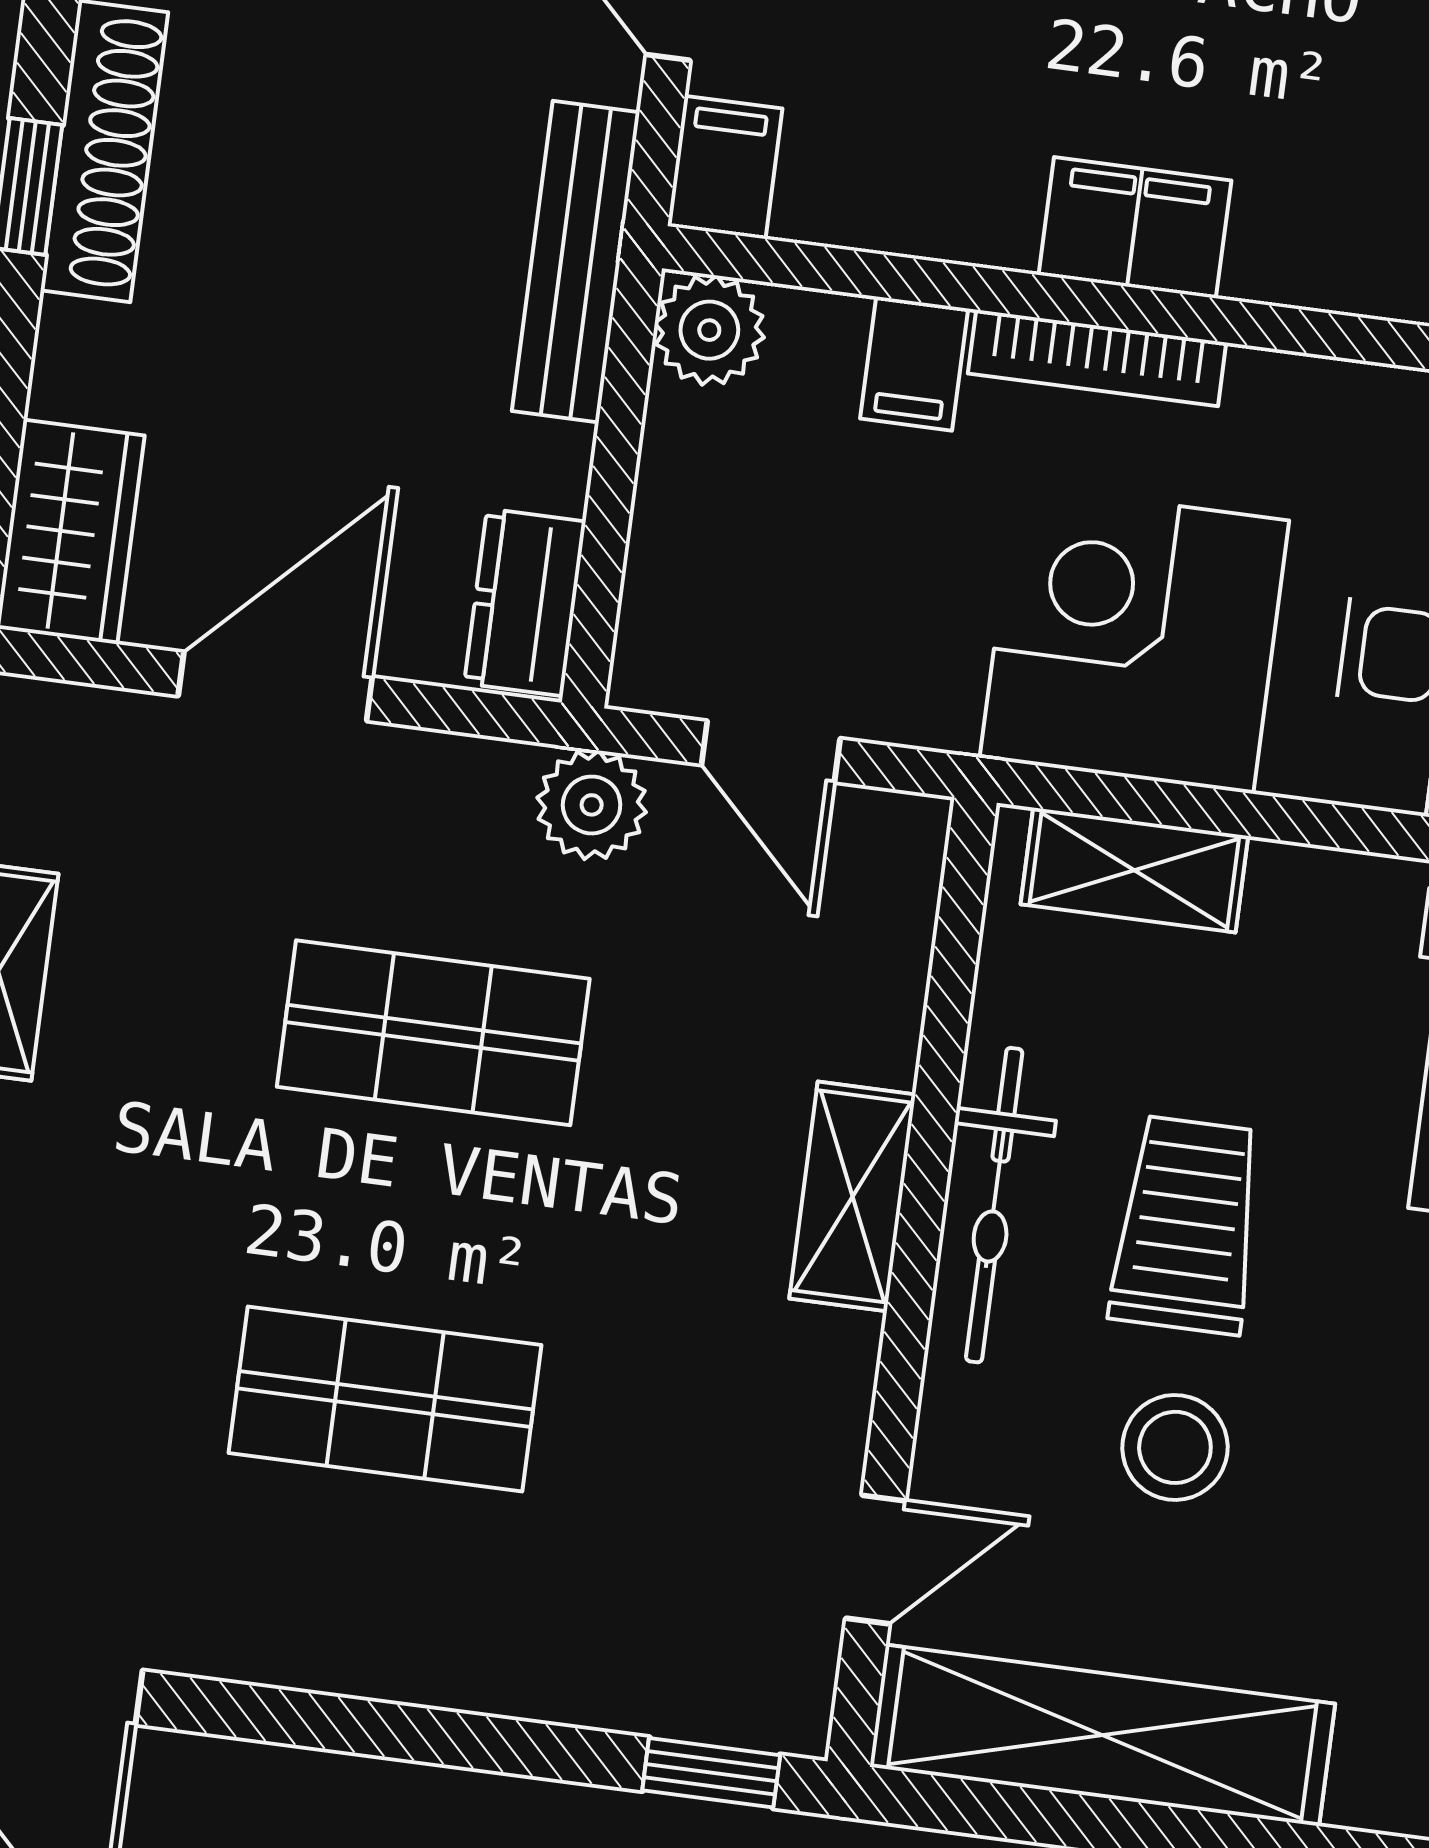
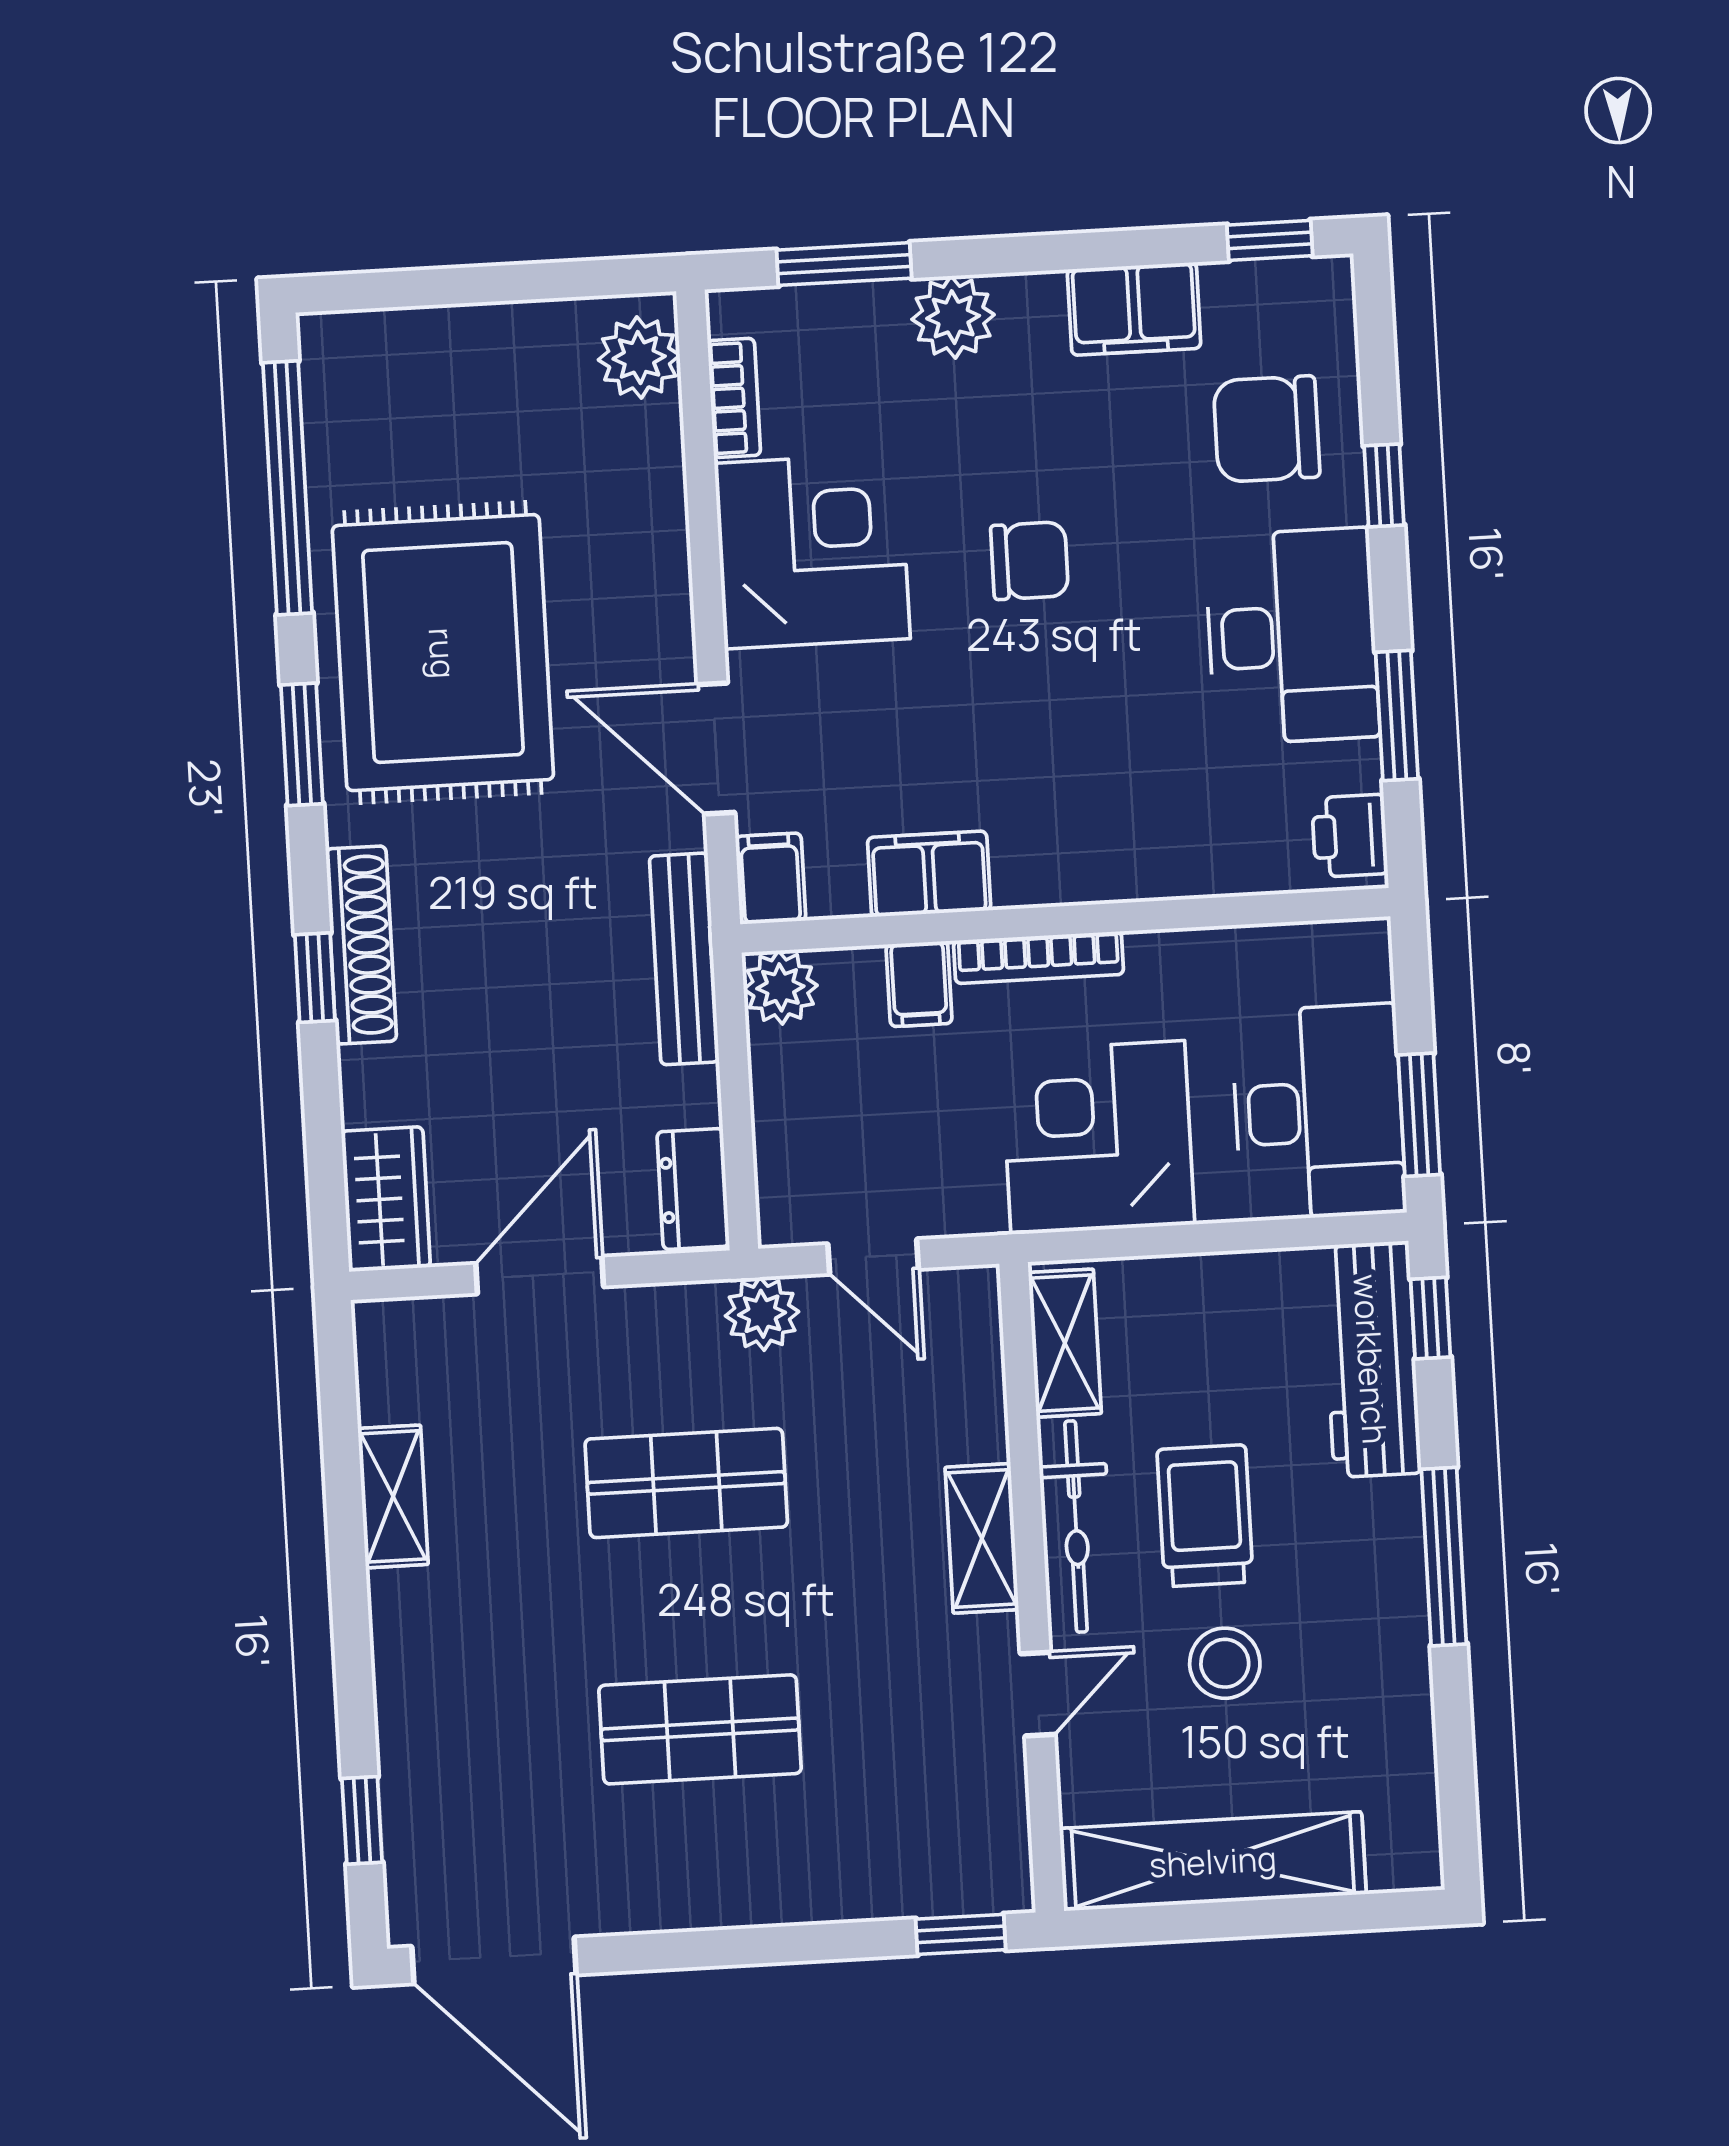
filing cabinet: (1135, 228) -> (929, 874), moved
shelving: (1134, 870) -> (1065, 1343), moved, turned 90
door: (876, 1560) -> (1038, 1694), moved

